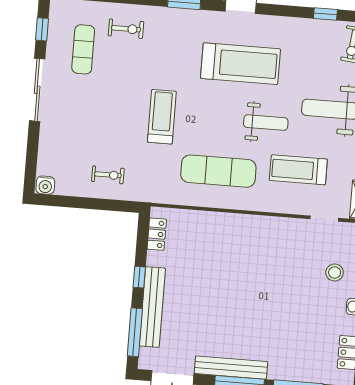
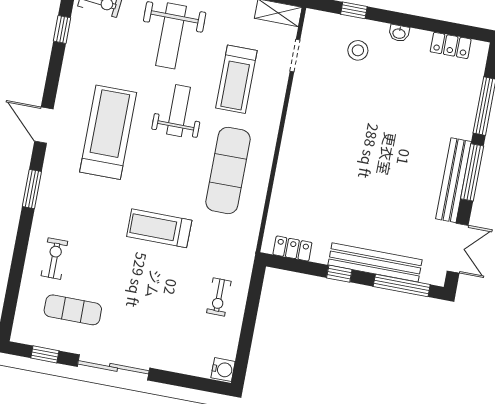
exercise bike: (108, 175) -> (219, 297), turned 180

